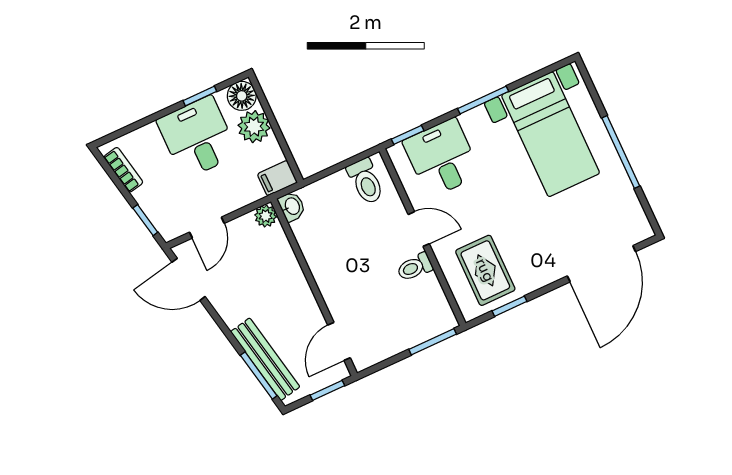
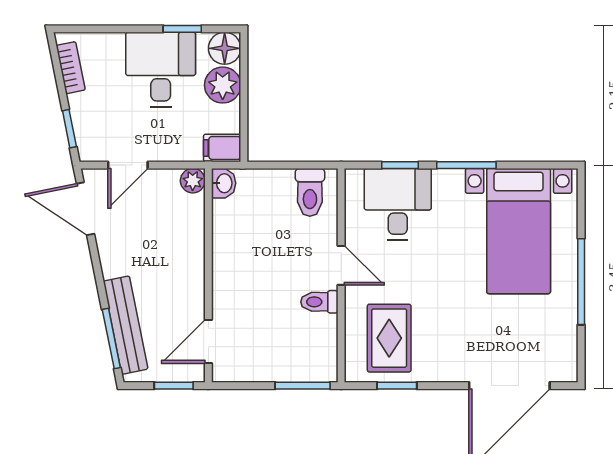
window: (408, 135) -> (400, 165), moved

